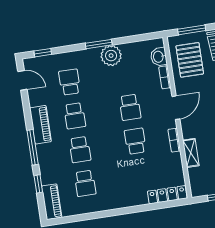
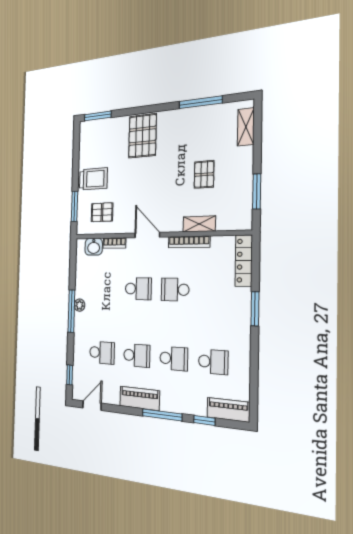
window: (99, 44) -> (71, 311), width x1.44
plant: (111, 56) -> (79, 305), width x0.53, depth x0.53
pallet: (190, 60) -> (102, 212), width x0.67, depth x0.71
school desk: (70, 82) -> (102, 353), turned 180
bookcase: (174, 140) -> (189, 242), width x1.56
window: (132, 210) -> (255, 309), added

